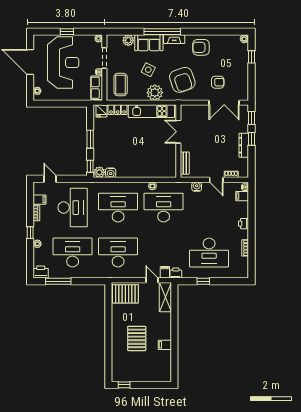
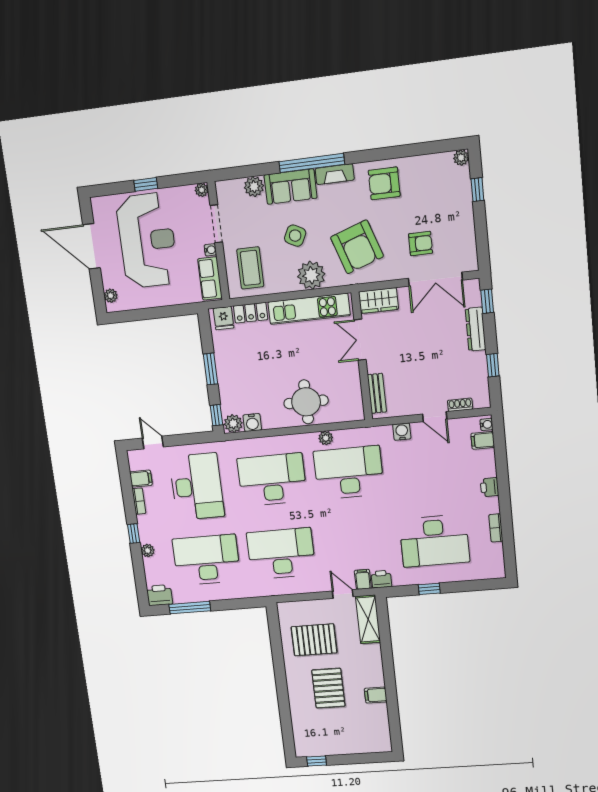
wardrobe: (191, 111) -> (378, 301), added
window: (251, 139) -> (493, 365), moved
dresser: (244, 145) -> (476, 329), moved
round table: (143, 164) -> (306, 402), added
pallet: (125, 294) -> (314, 640), moved

